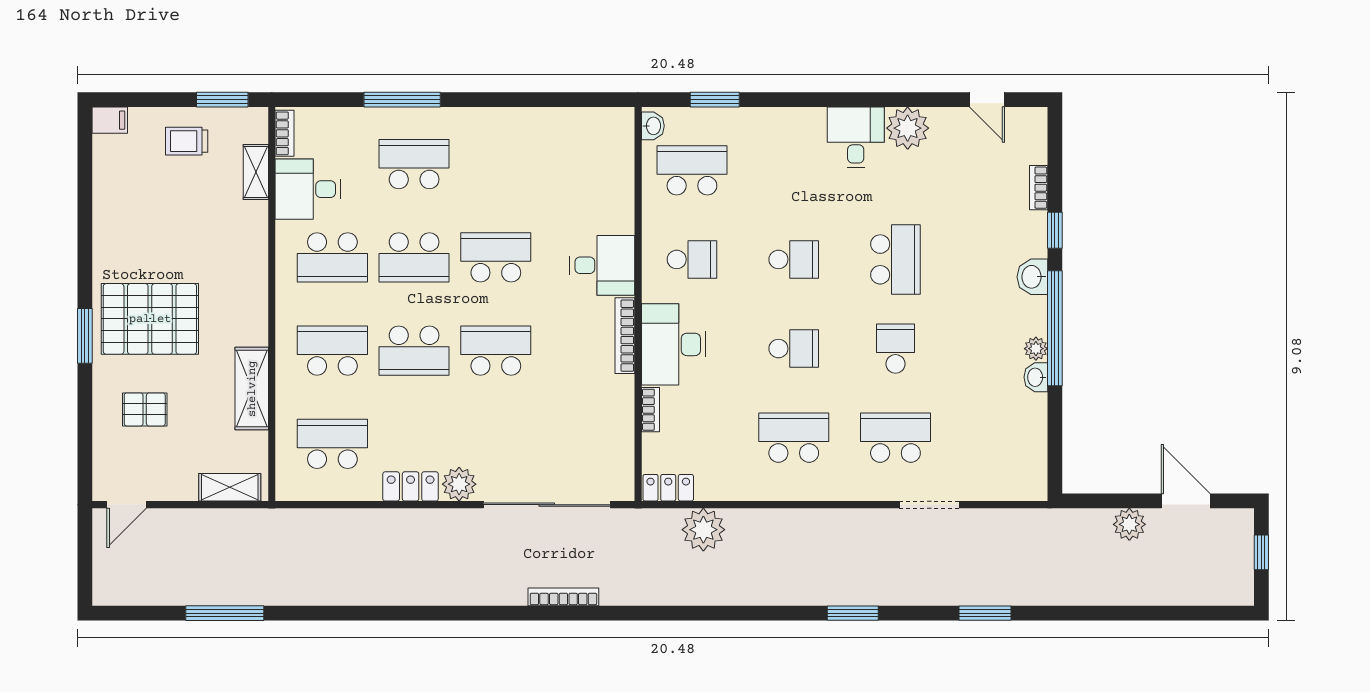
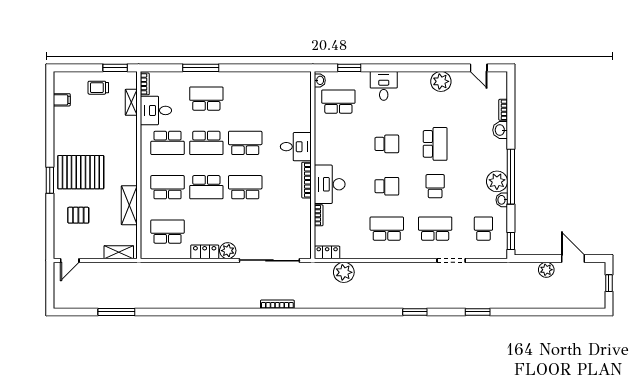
filing cabinet: (110, 120) -> (62, 100), moved
desk: (856, 137) -> (384, 86), moved
window: (1055, 230) -> (511, 241), moved
school desk: (692, 259) -> (483, 229), moved, turned -90
washbasin: (1032, 277) -> (500, 130), moved
plant: (1036, 349) -> (497, 181), width x1.87, depth x1.87

